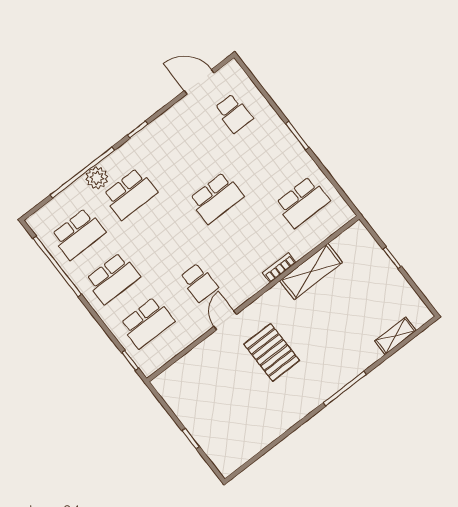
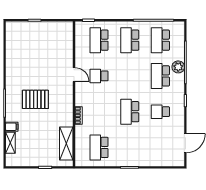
school desk: (234, 113) -> (160, 112), moved
shelving: (311, 272) -> (66, 144), moved
pallet: (272, 352) -> (35, 99), moved
filing cabinet: (371, 352) -> (12, 127), added

